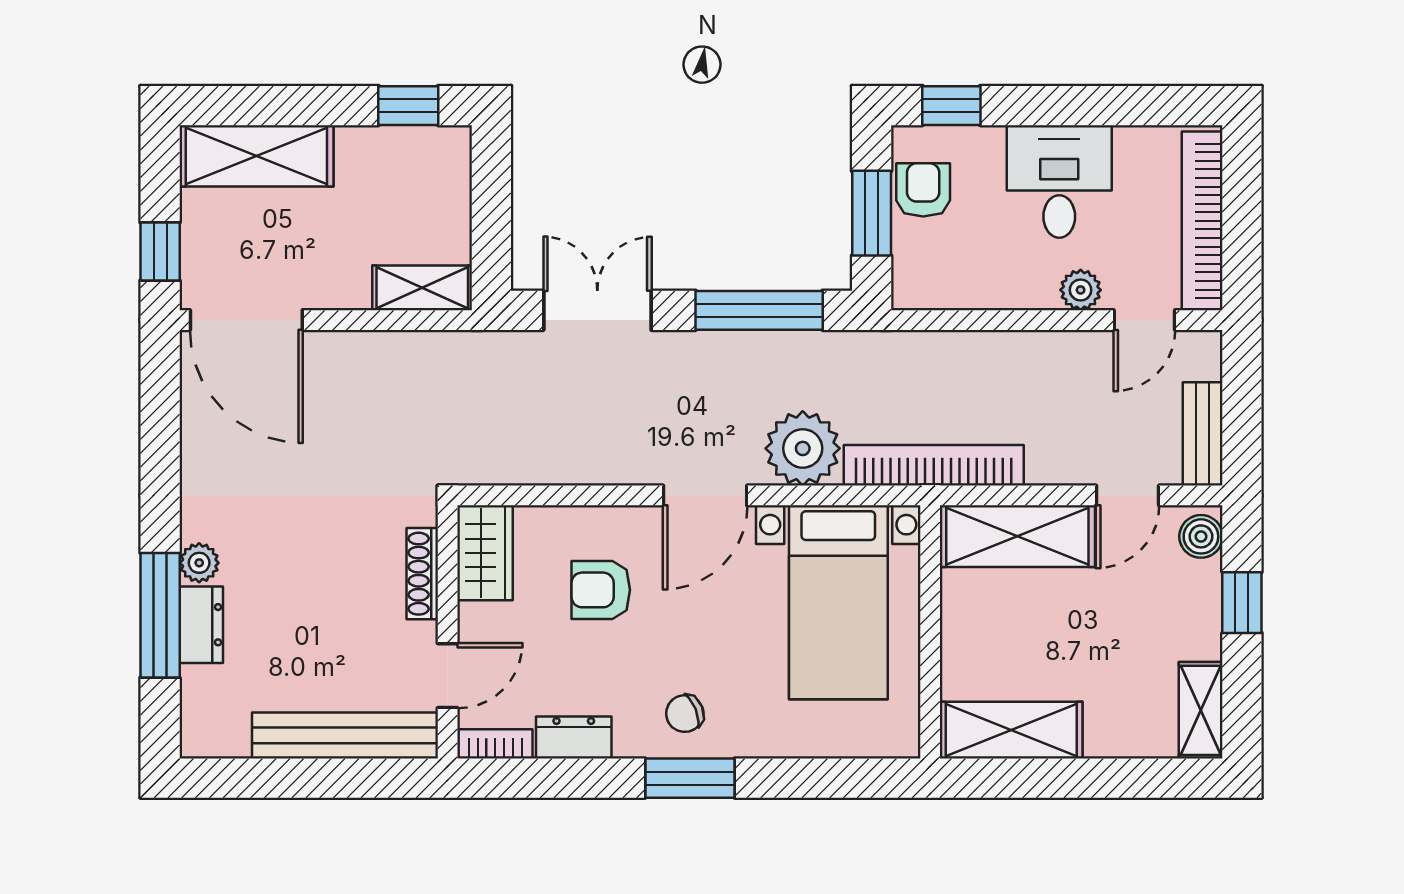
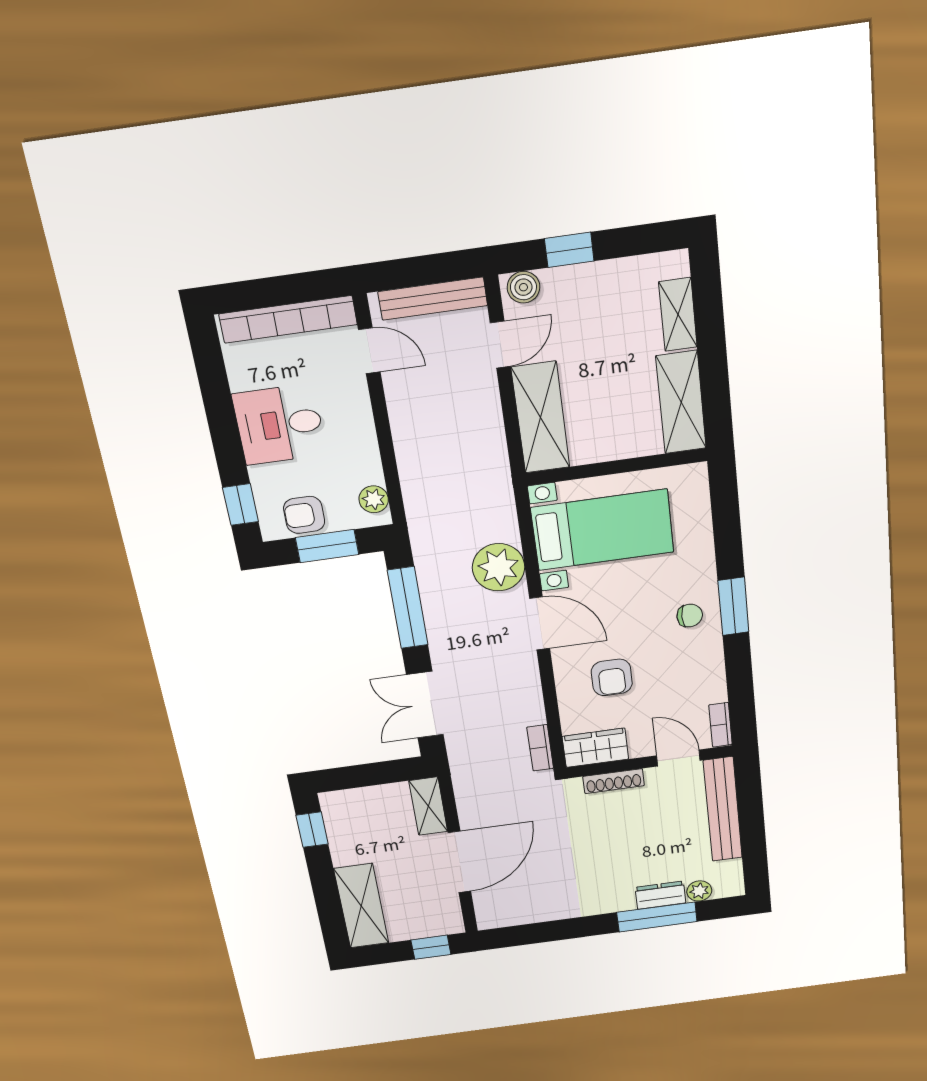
plant: (1081, 290) -> (374, 499), moved
door: (246, 320) -> (459, 862), moved
bench: (1203, 434) -> (433, 299), width x1.36
bookcase: (934, 465) -> (540, 748), moved, width x0.43, depth x0.76
door: (1128, 495) -> (500, 345), hinge flipped
plant: (199, 563) -> (699, 891), moved
shelving: (1201, 710) -> (678, 315), moved, turned 90
chair: (685, 714) -> (690, 616), turned -68
dresser: (574, 738) -> (712, 680), removed

